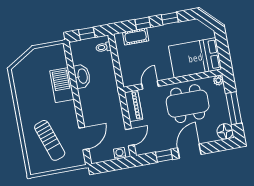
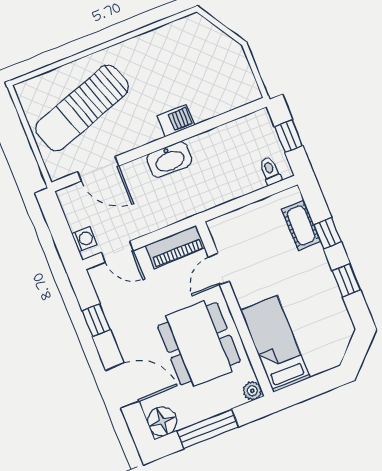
bed: (195, 58) -> (275, 344), width x0.67
washbasin: (82, 76) -> (169, 159), moved
barbecue: (62, 85) -> (176, 121), width x0.53, depth x0.65
door: (150, 85) -> (219, 269), swing flipped
sun lounger: (50, 140) -> (82, 108), width x1.36, depth x1.34
door: (189, 151) -> (122, 386), moved

